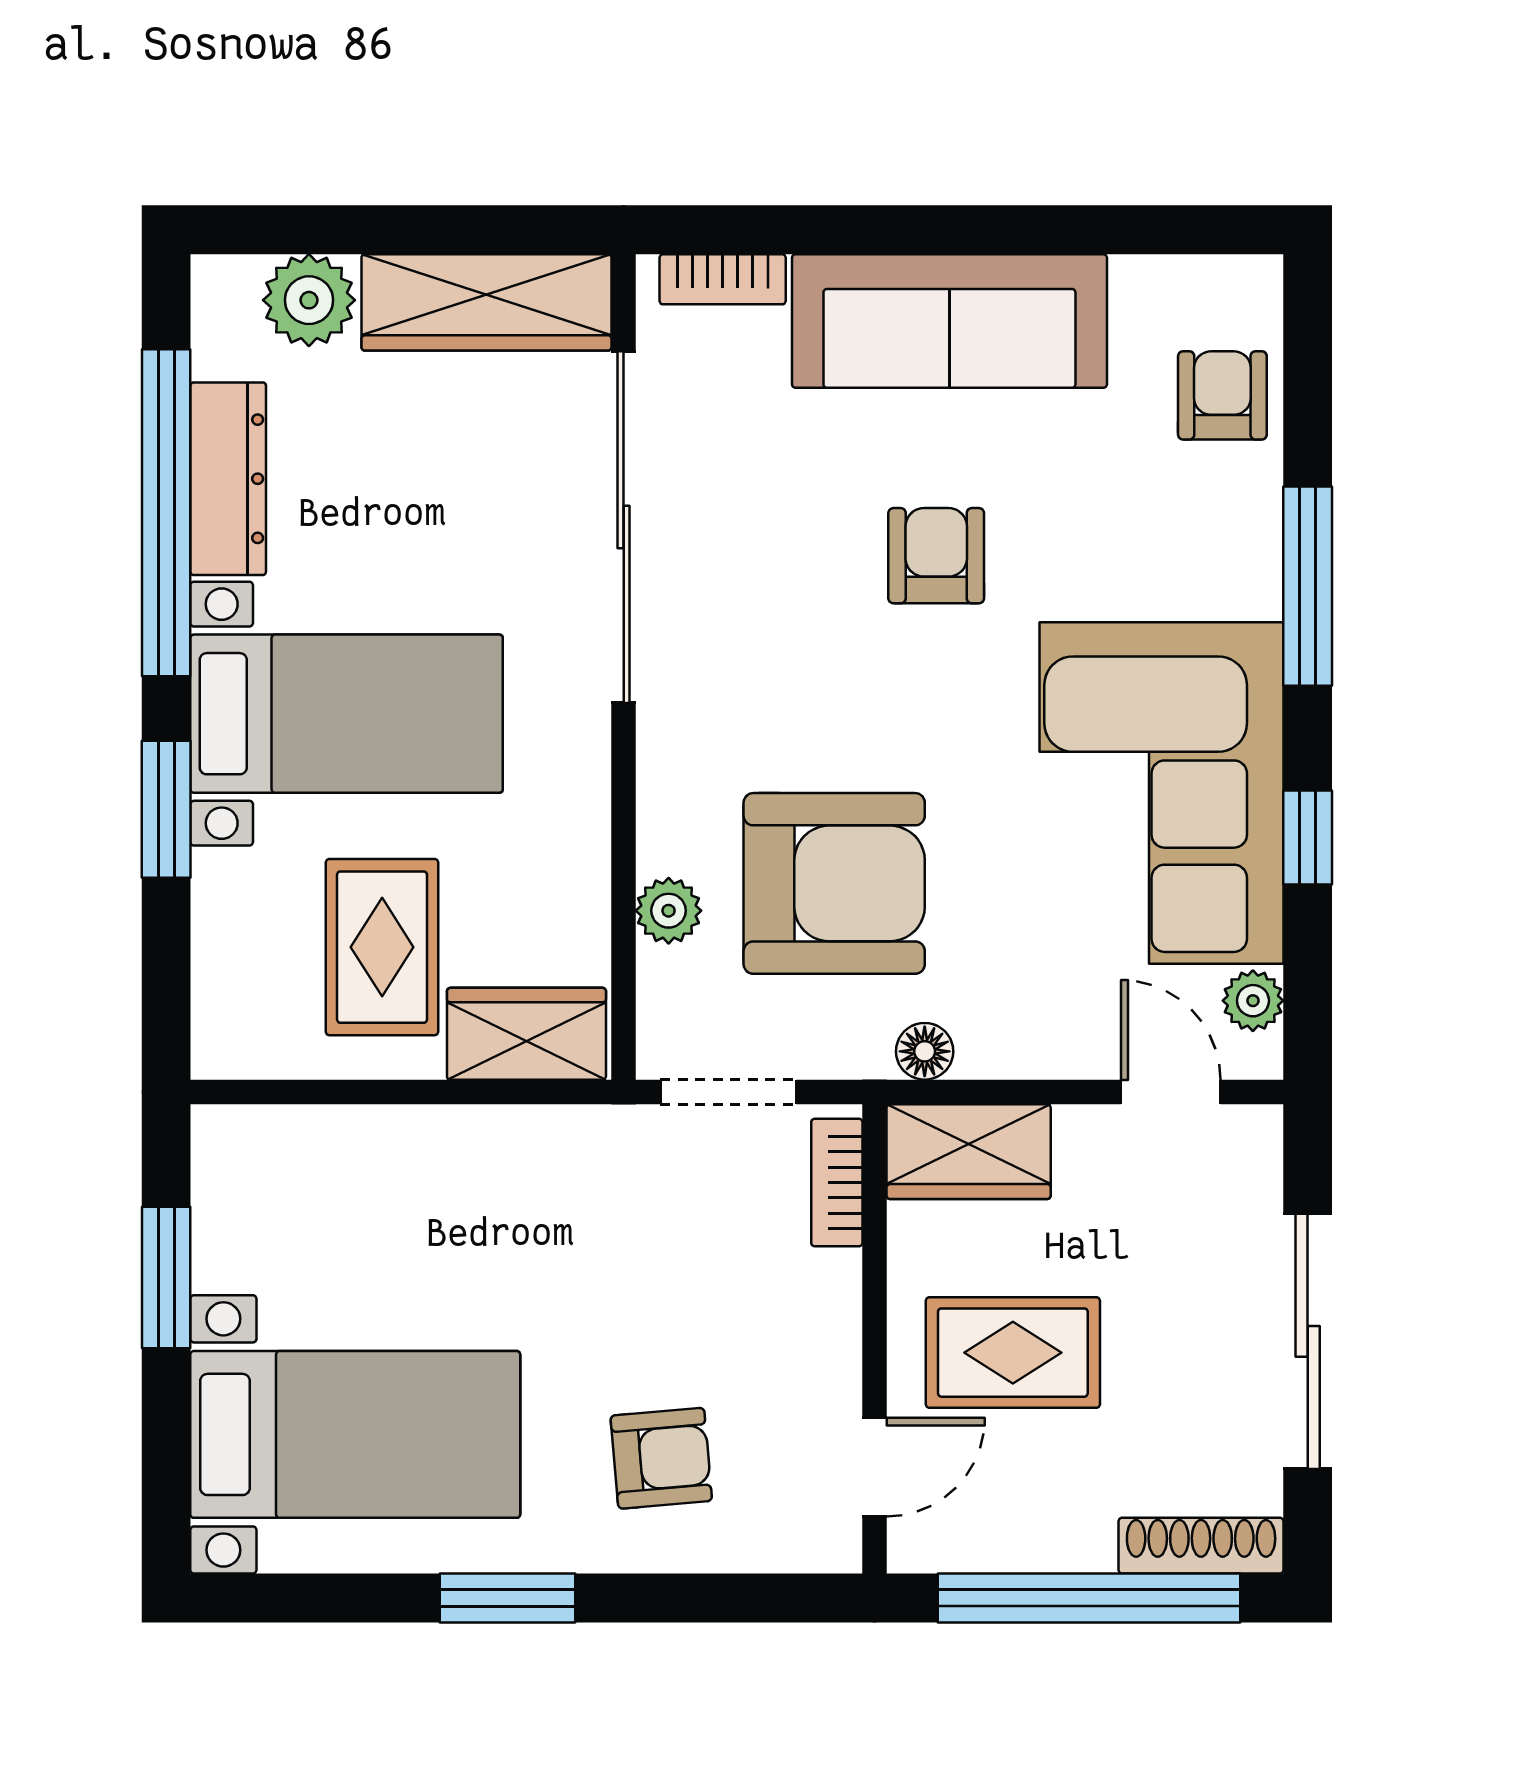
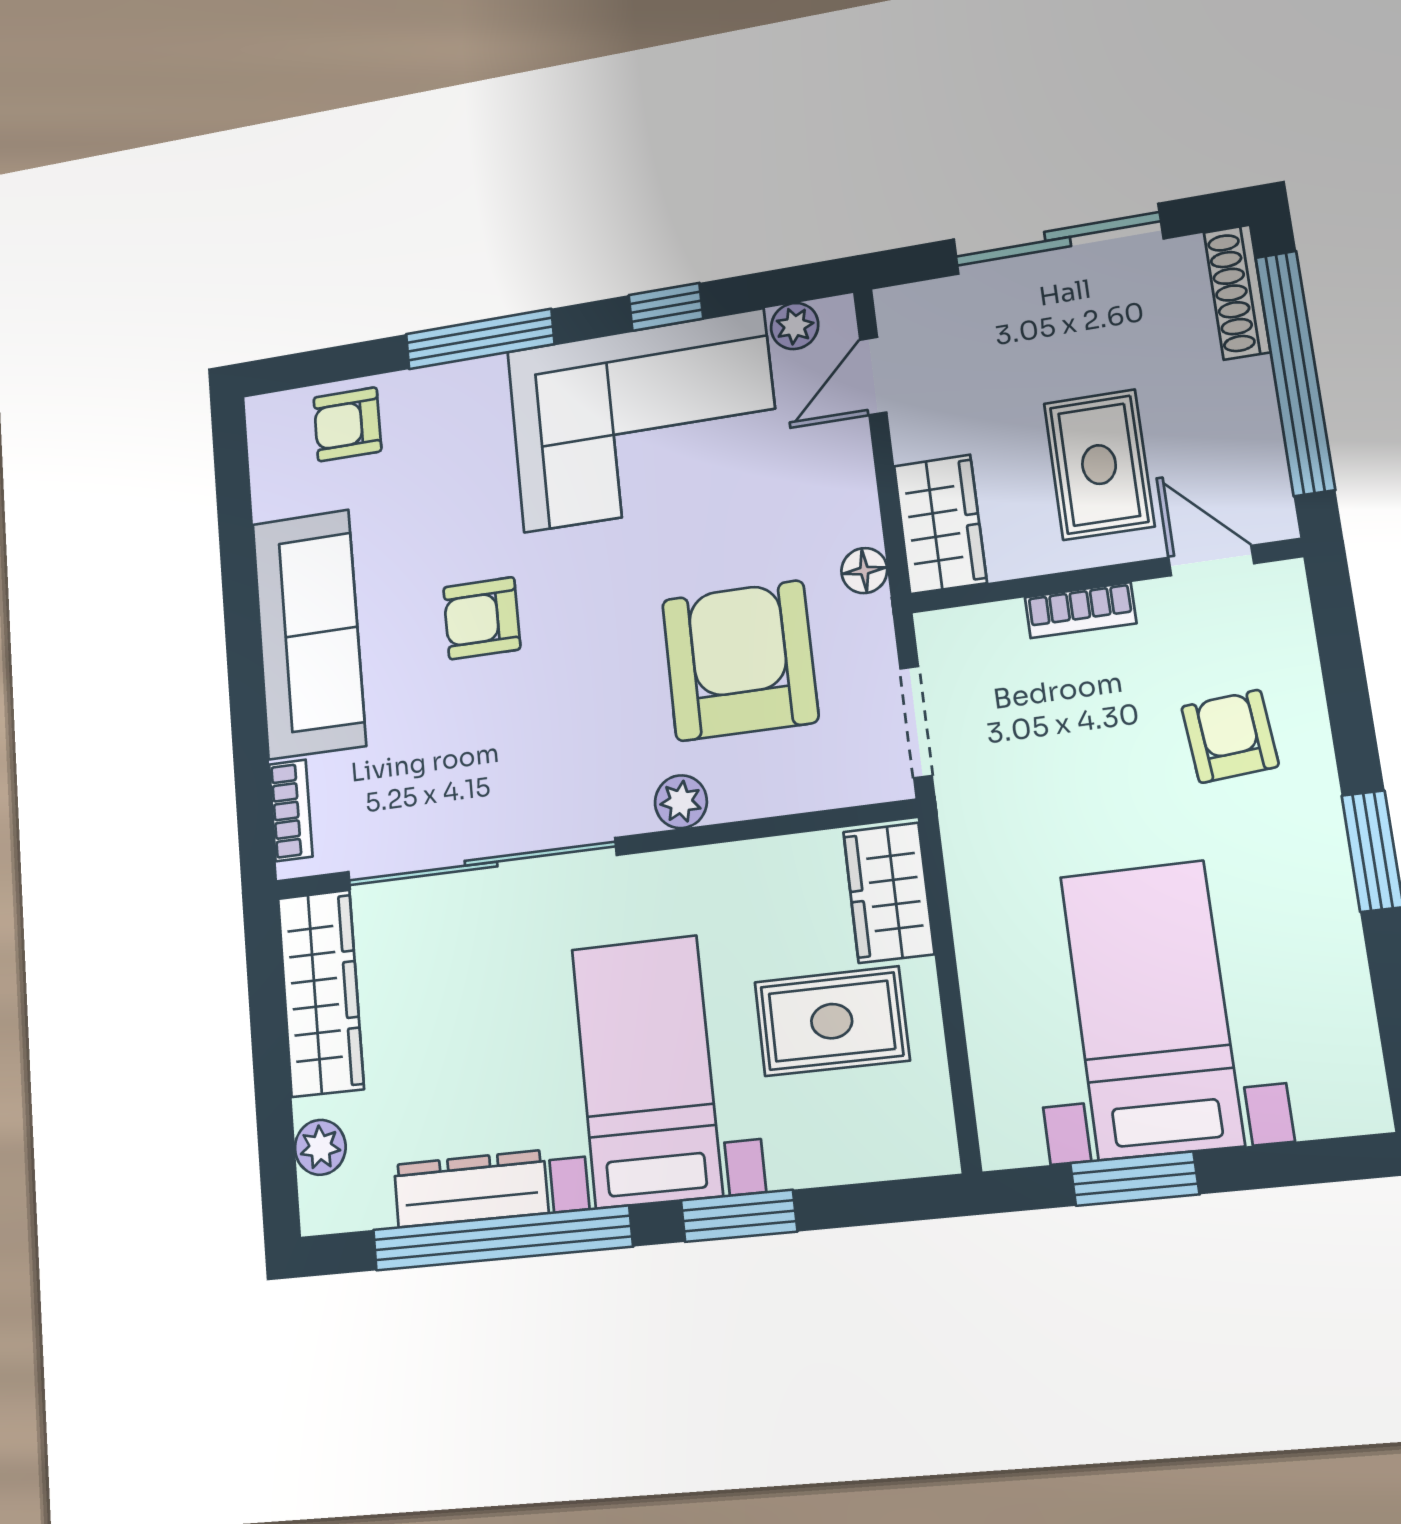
plant: (309, 300) -> (320, 1147), width x0.73, depth x0.73
plant: (669, 911) -> (681, 802), moved
bookcase: (837, 1182) -> (1080, 610), moved
bed with nightstands: (355, 1434) -> (1151, 1009), moved

